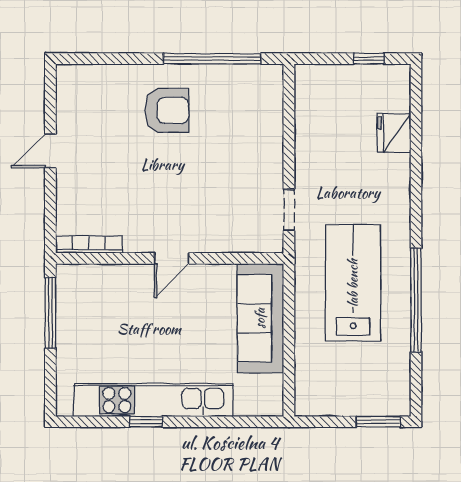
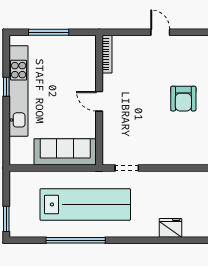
lab bench: (353, 283) -> (85, 204), width x1.36
window: (50, 313) -> (49, 32), moved

